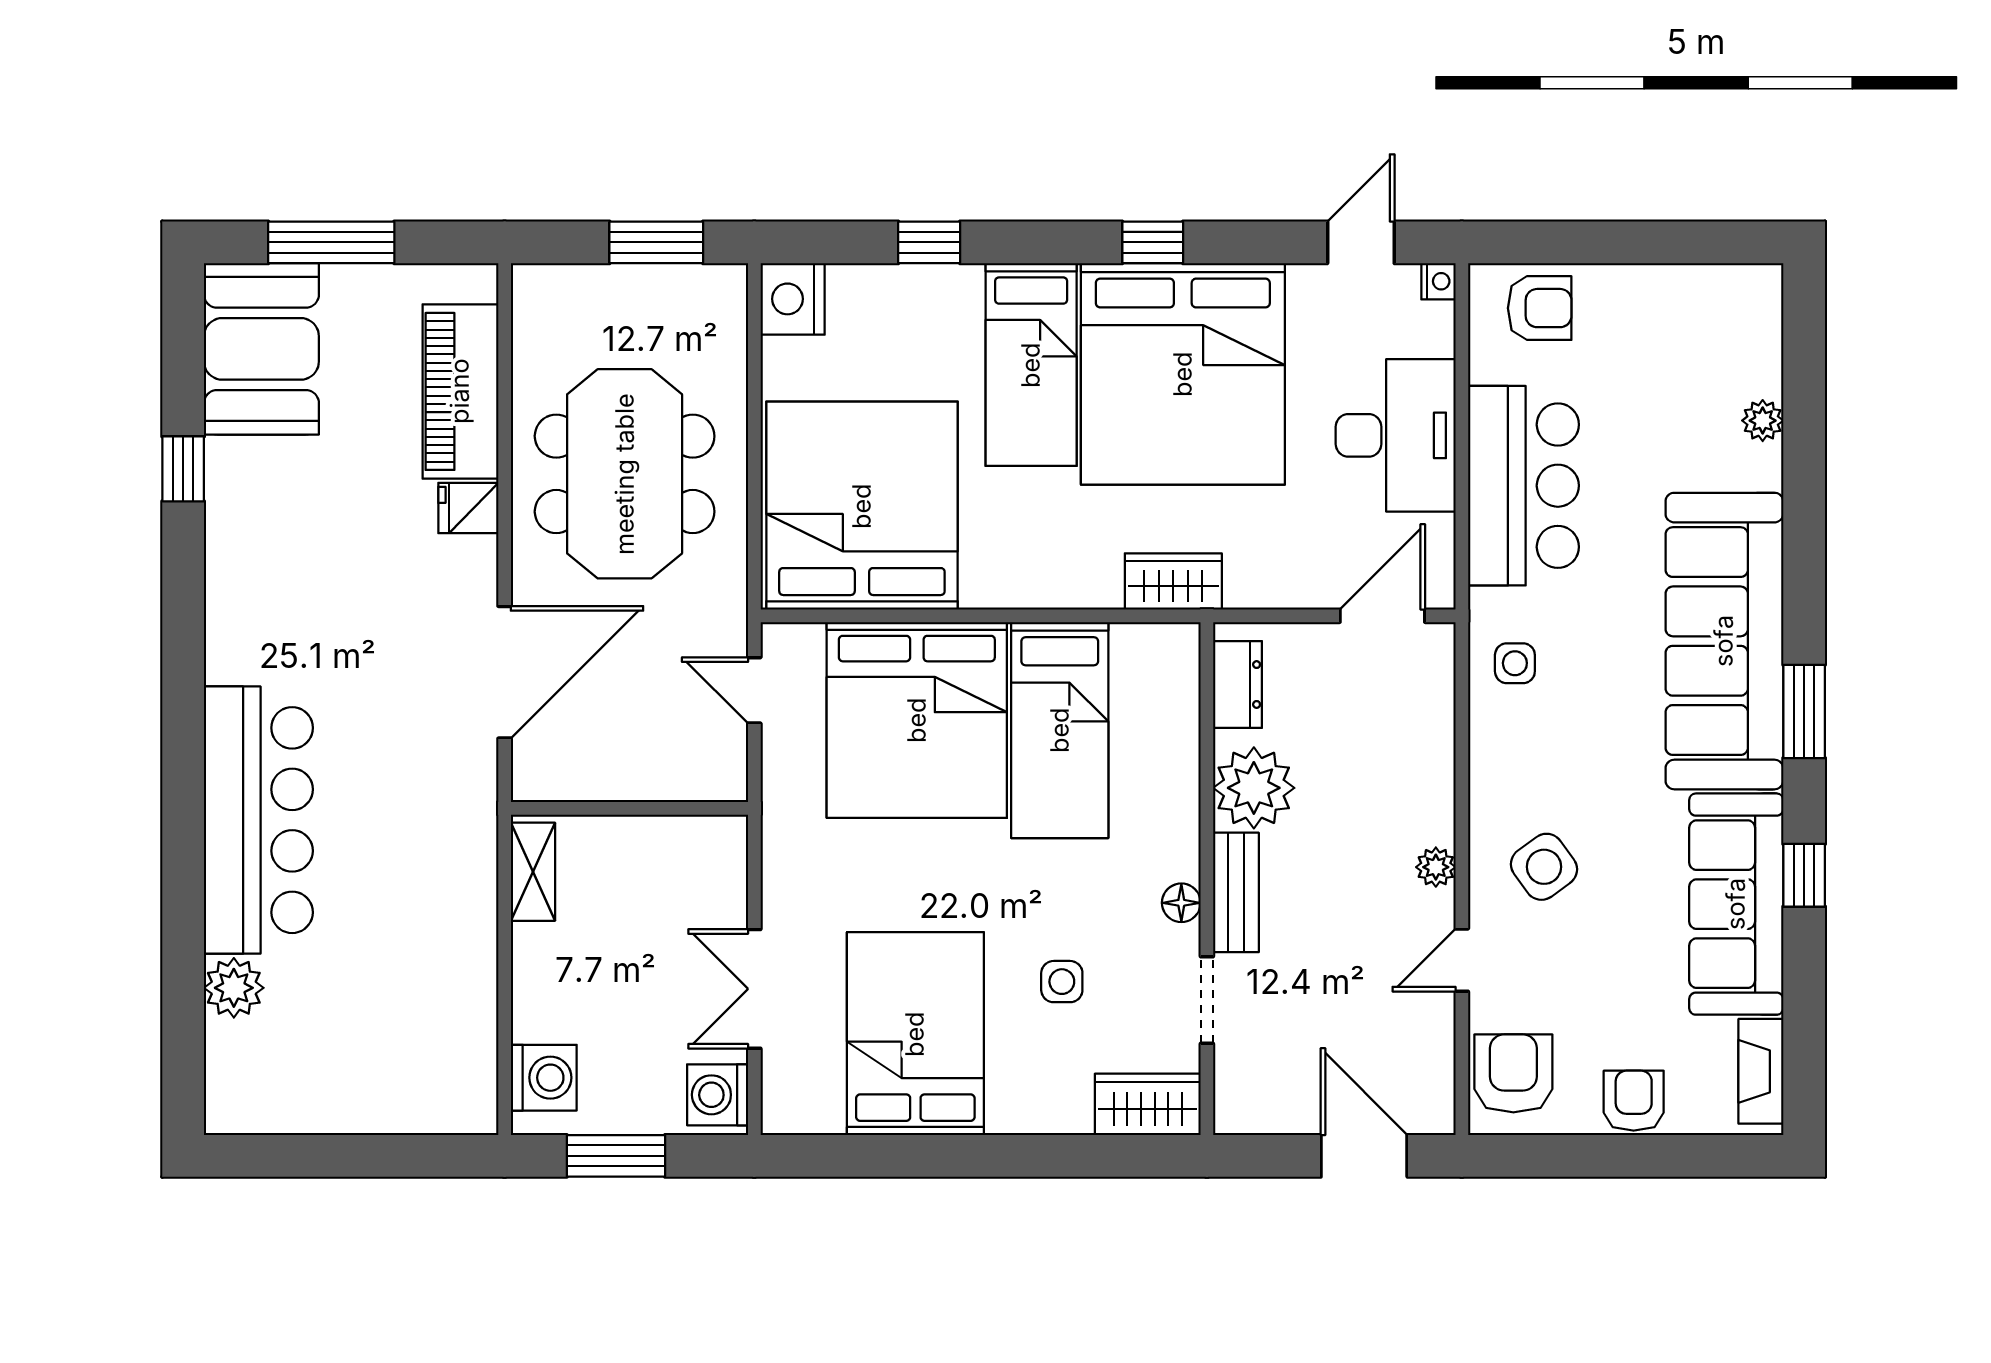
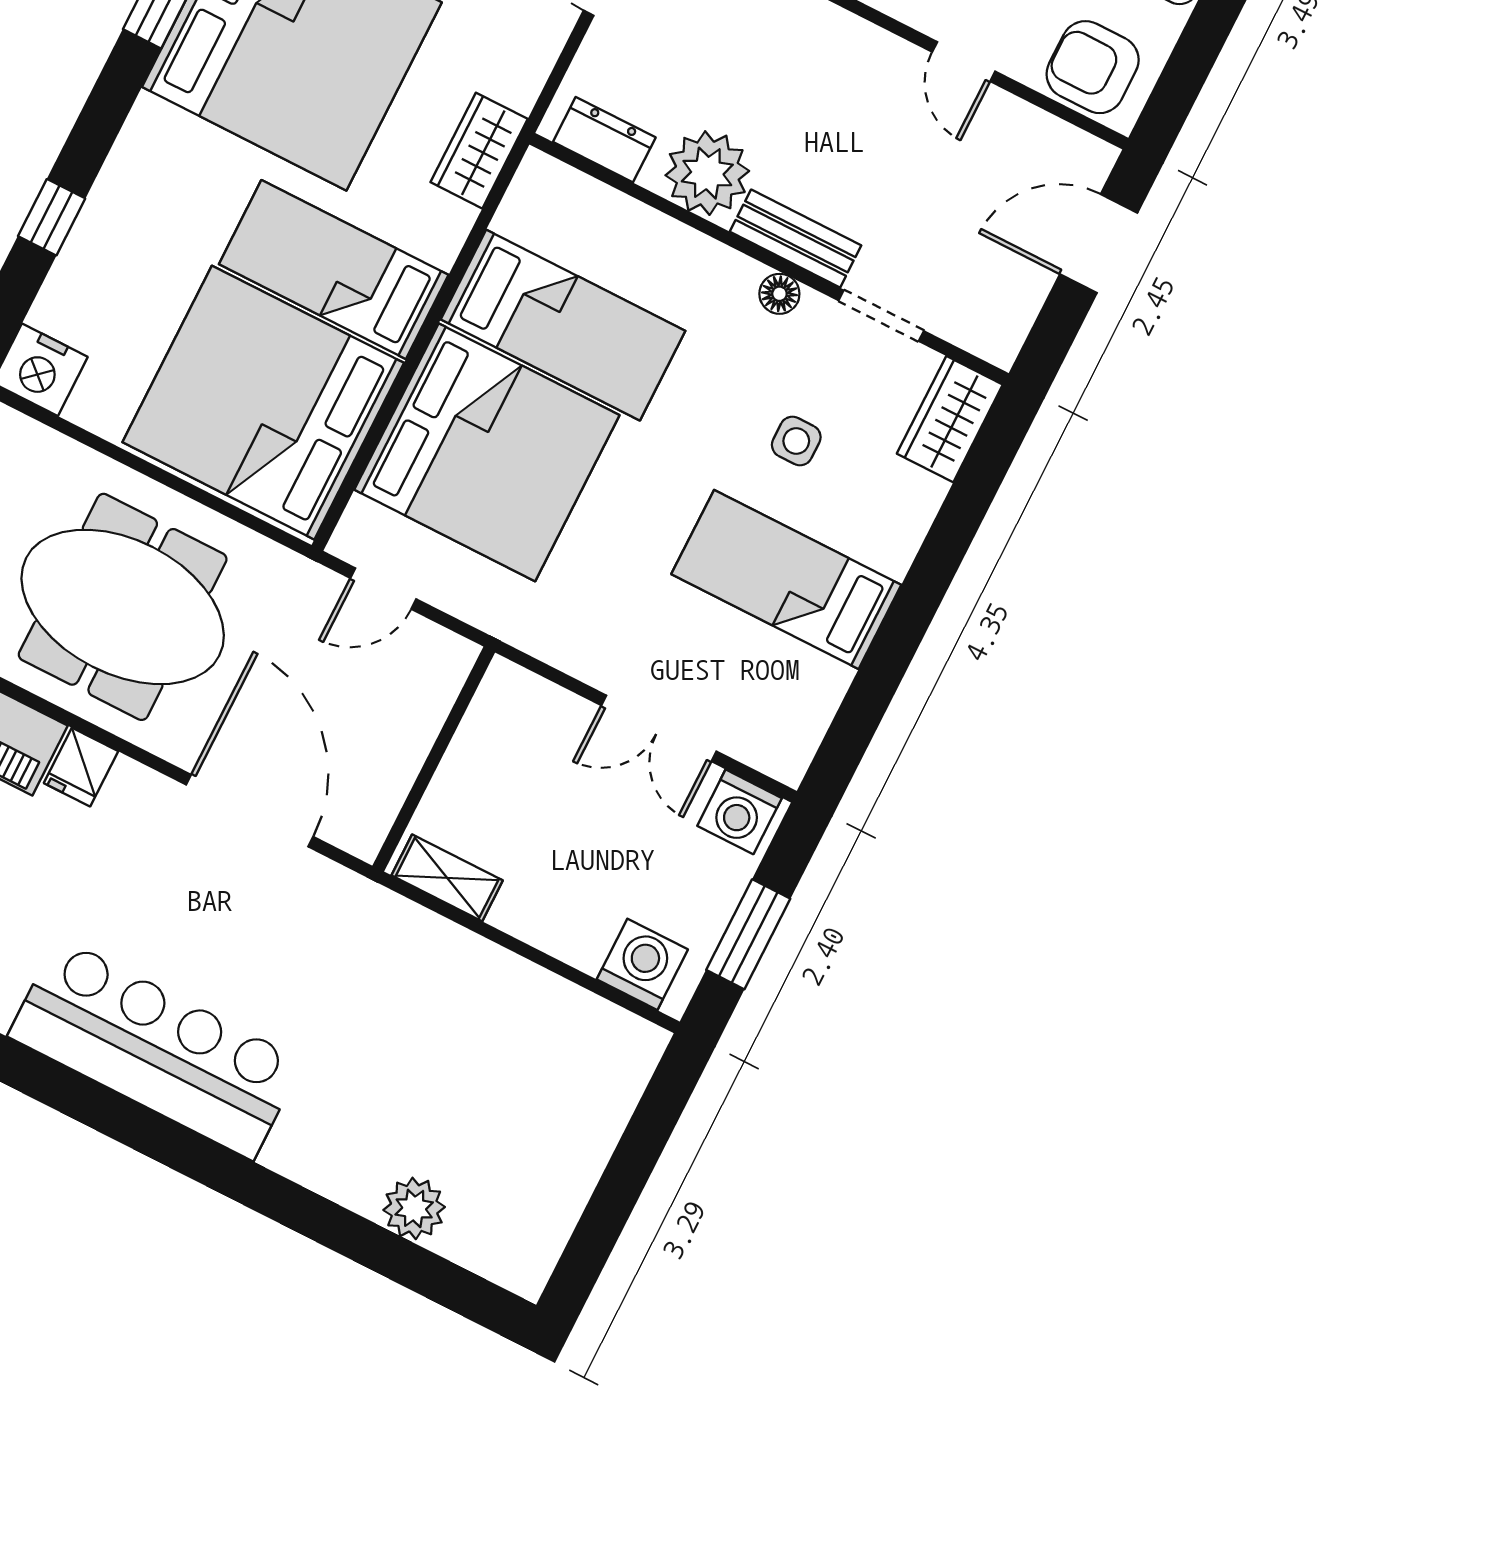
bed: (1031, 365) -> (334, 270), moved, turned 180
bar counter: (258, 820) -> (155, 1049), moved
plant: (1436, 867) -> (866, 42), removed
bed: (915, 1034) -> (786, 579), width x0.67

